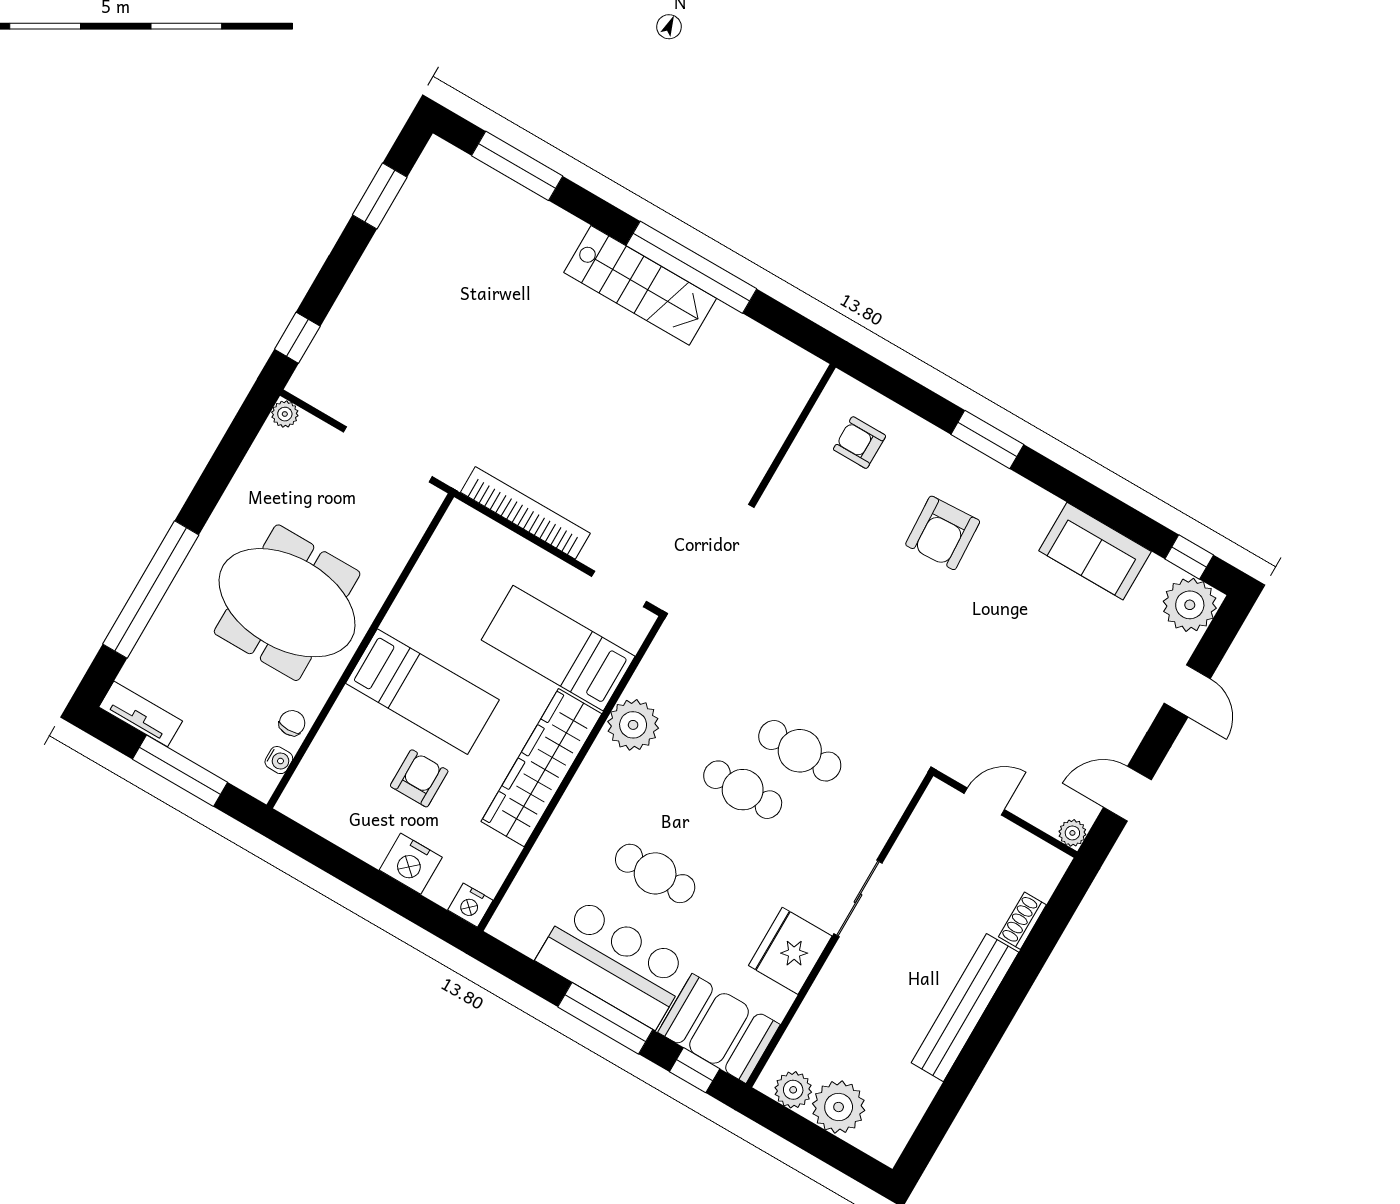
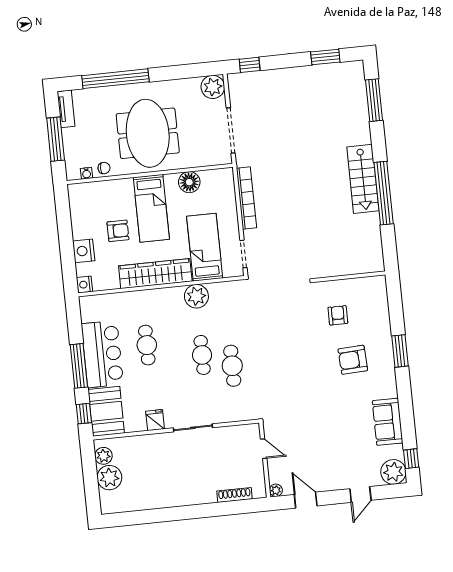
plant: (285, 414) -> (213, 87), width x1.87, depth x1.87
armchair: (860, 443) -> (338, 315), moved
floor lamp: (425, 592) -> (189, 182), added
shoe rack: (1022, 921) -> (234, 495), width x1.43
fridge: (790, 951) -> (155, 420), width x0.53, depth x0.75
bench: (965, 1008) -> (181, 498), removed

